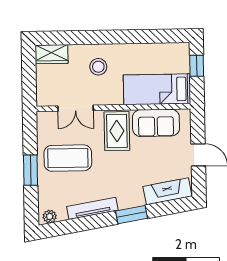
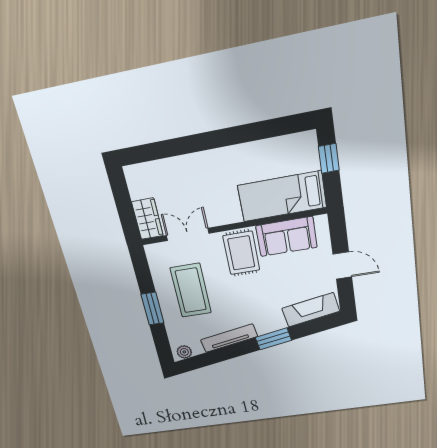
wardrobe: (52, 54) -> (147, 219), moved, turned -90
stool: (98, 67) -> (205, 180), removed
double door: (75, 108) -> (188, 234), swing flipped
coffee table: (68, 158) -> (191, 290), turned 90

